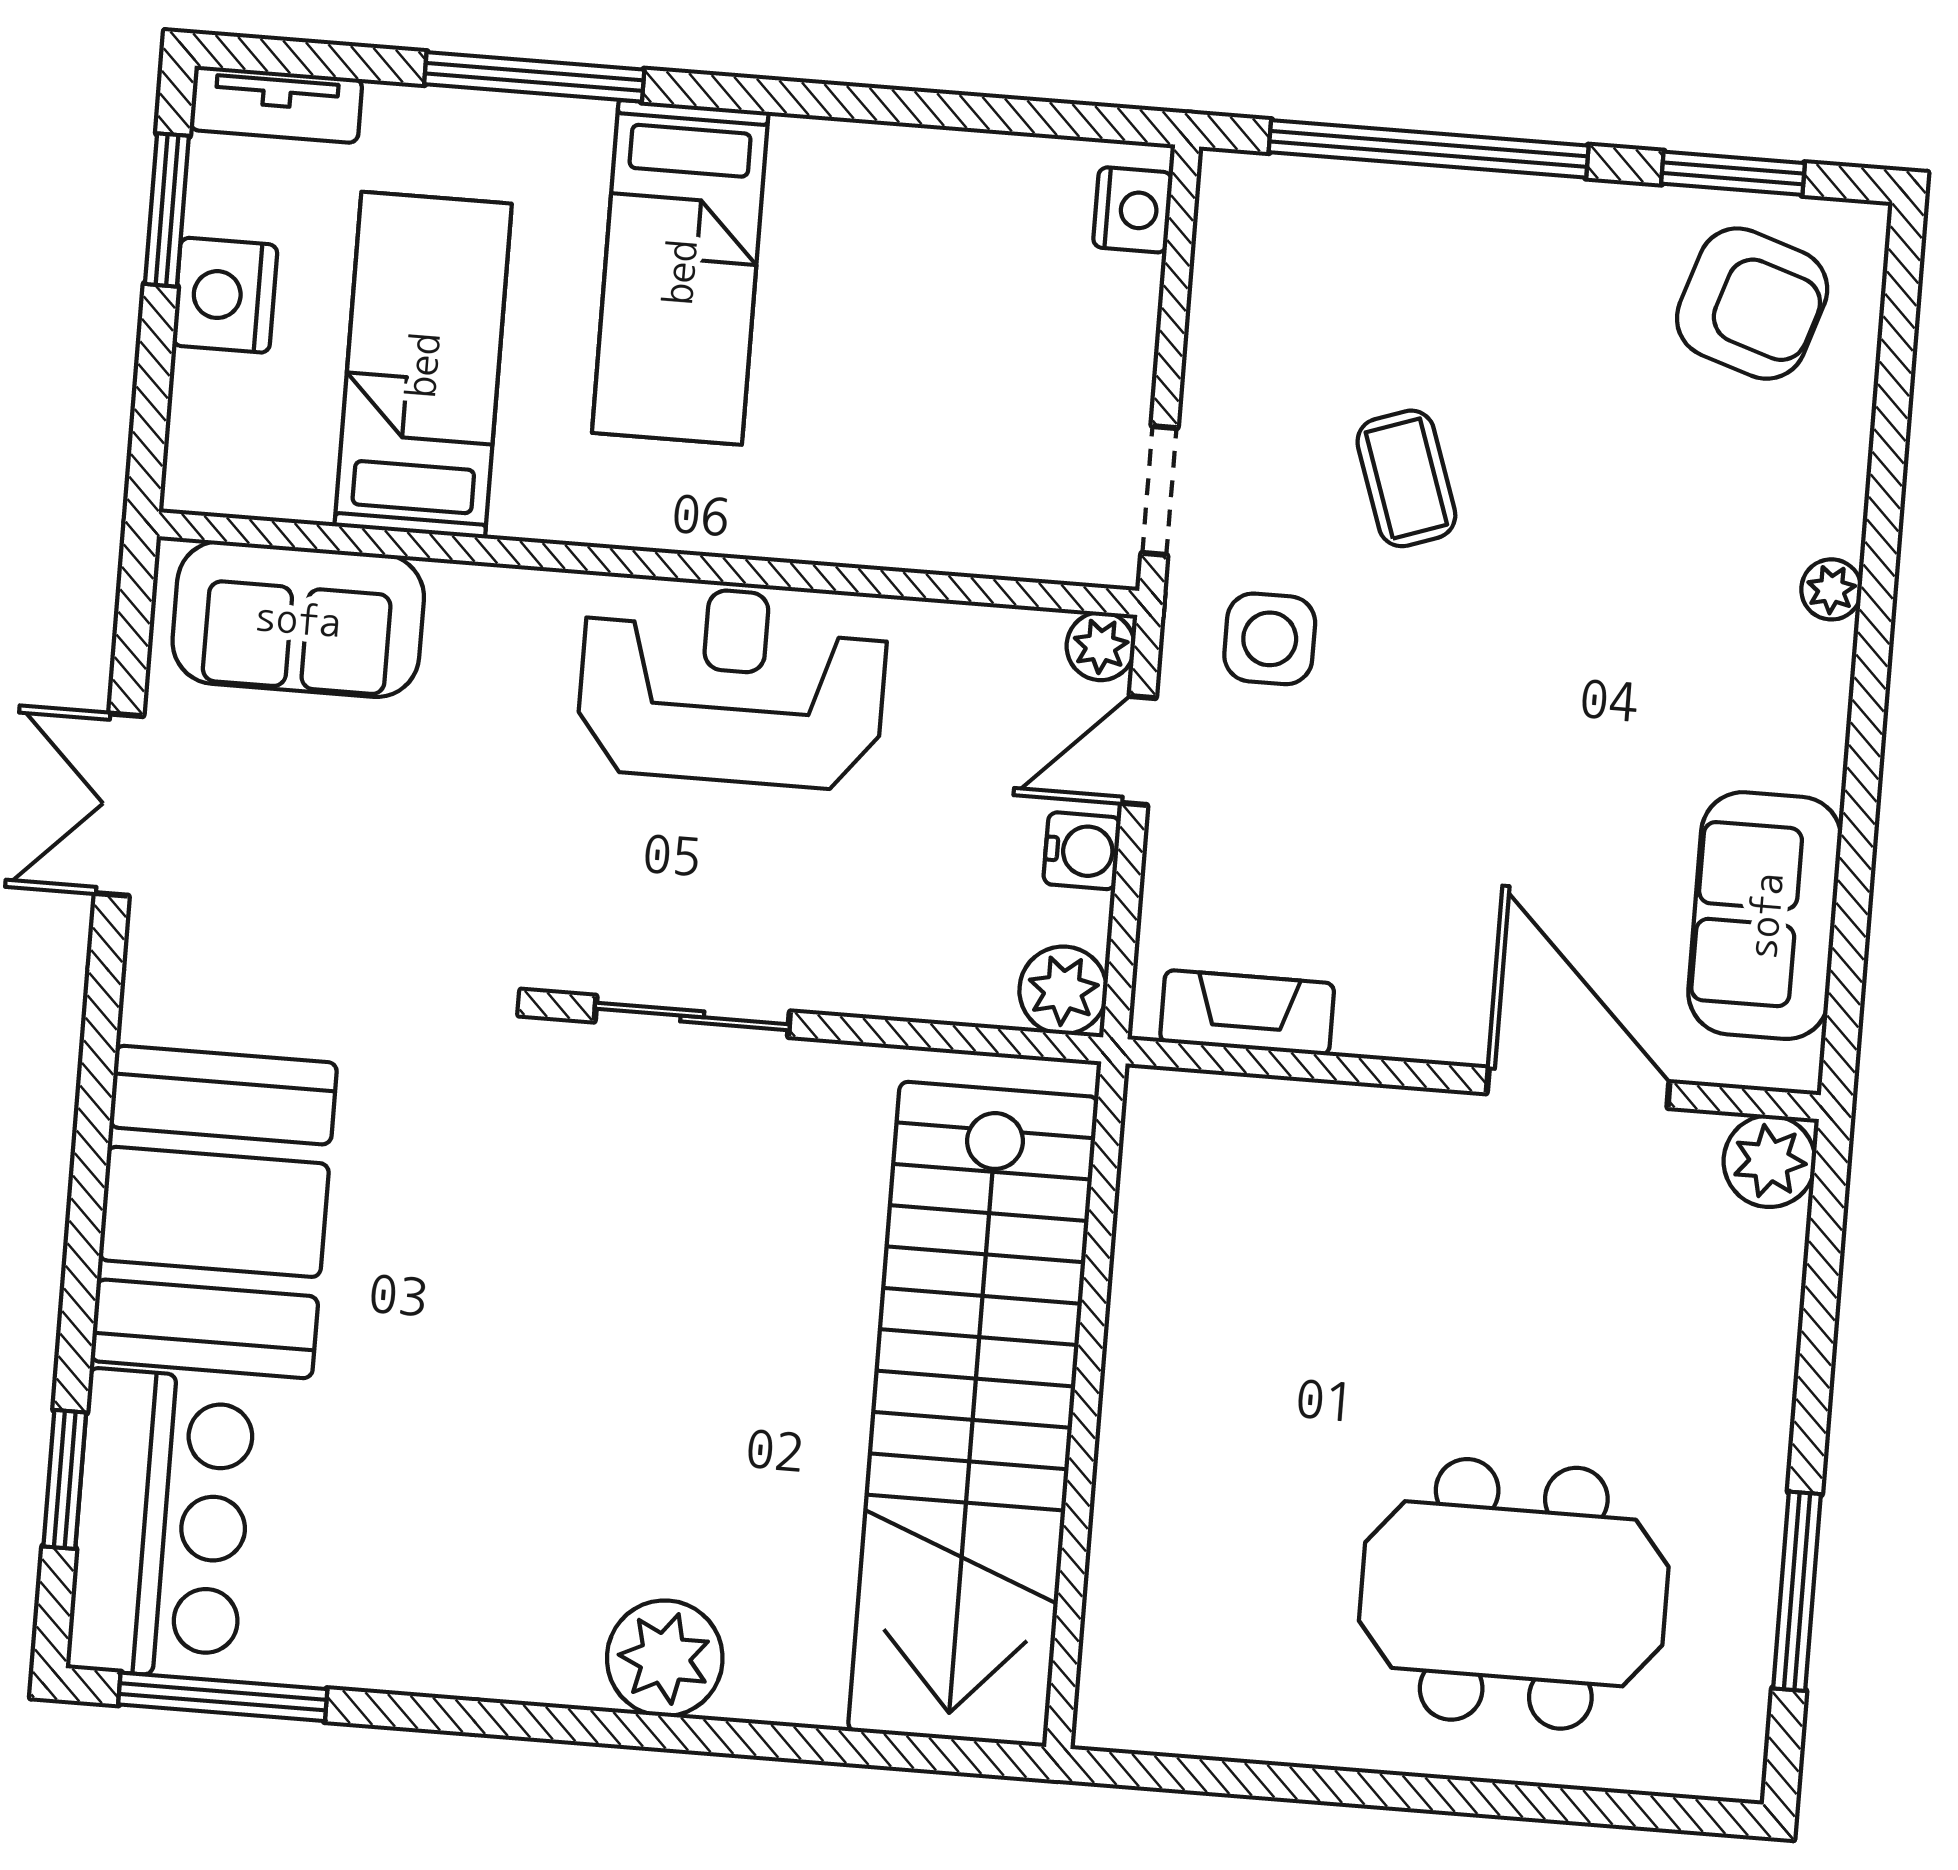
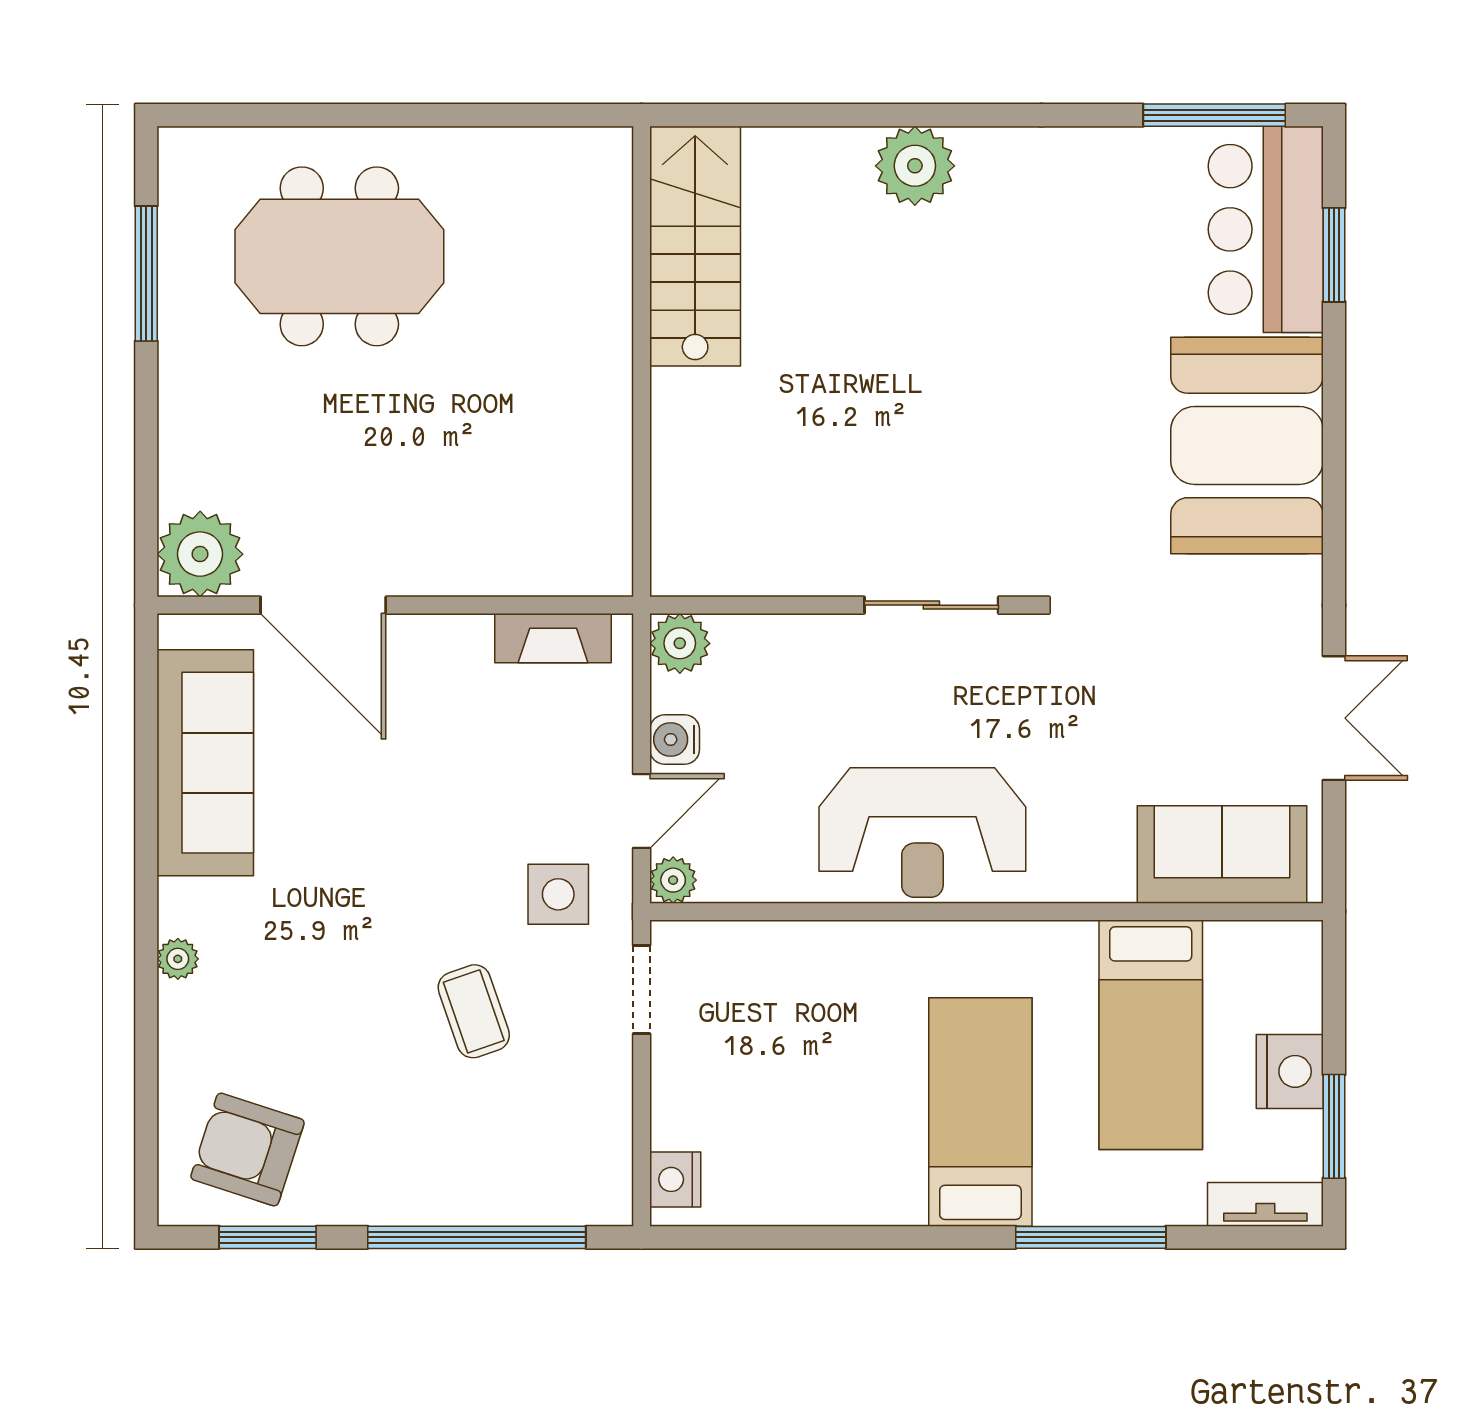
sofa: (1765, 916) -> (205, 763), width x1.36
plant: (1769, 1161) -> (200, 554), width x1.36, depth x1.36
stairs: (973, 1414) -> (695, 246), width x0.54, depth x0.66

